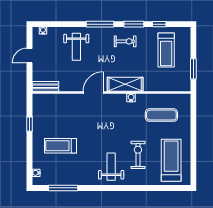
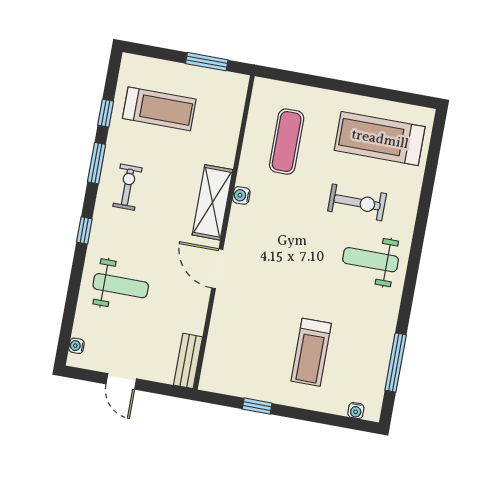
window: (100, 24) -> (84, 230), width x0.46
exercise bike: (138, 155) -> (357, 202), turned 180

